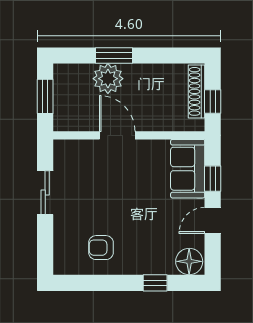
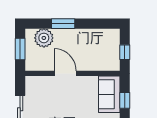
plant: (108, 79) -> (44, 38), moved
shoe rack: (197, 91) -> (115, 46), removed

